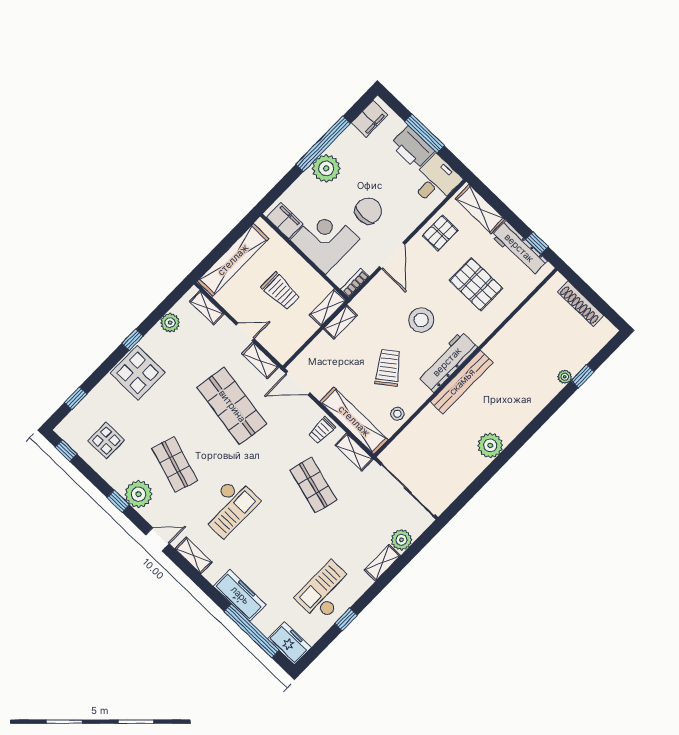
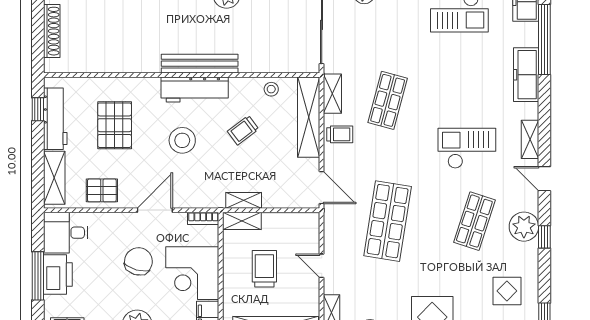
chair: (368, 211) -> (138, 261), turned 106
shelving: (260, 360) -> (332, 233), removed
trolley: (388, 368) -> (243, 130), width x0.73, depth x0.72

